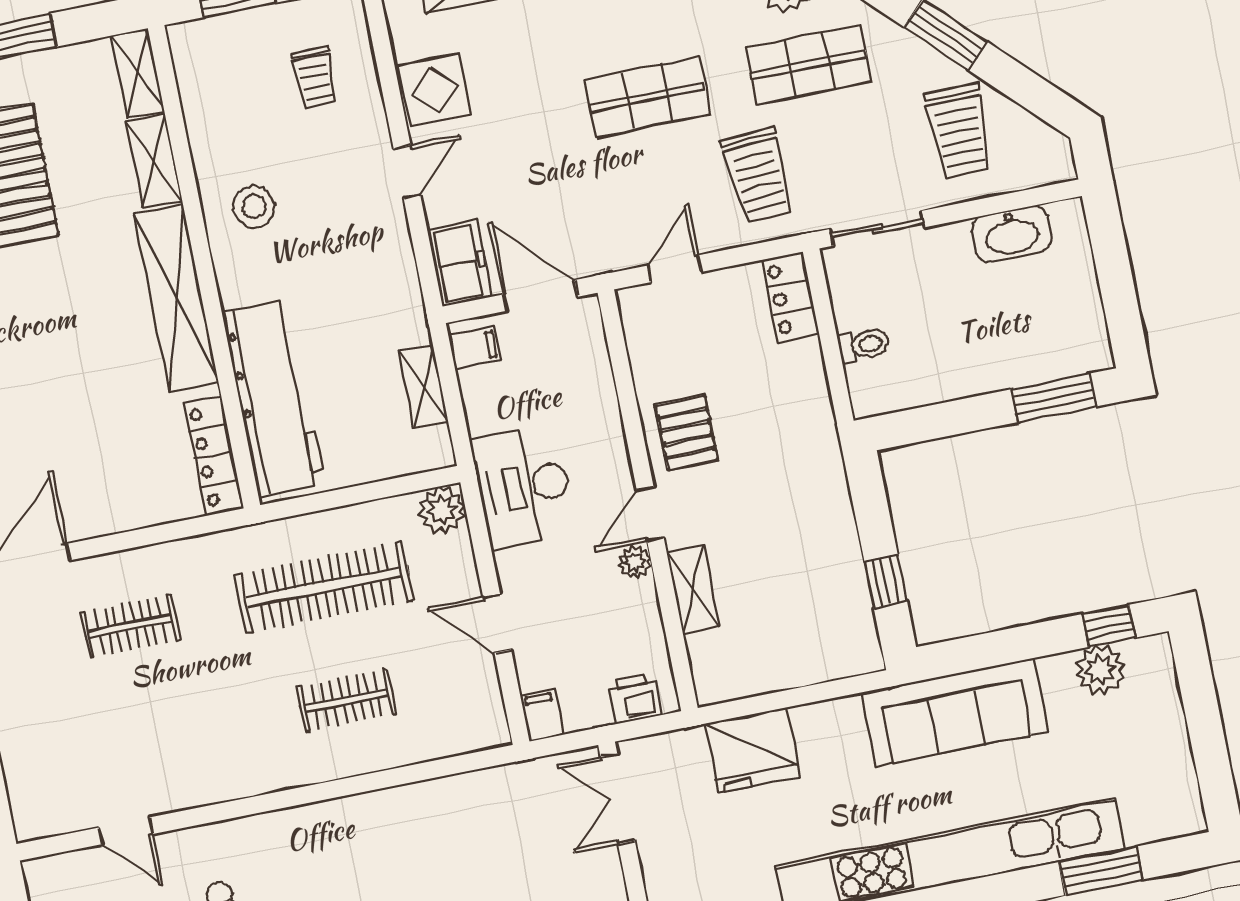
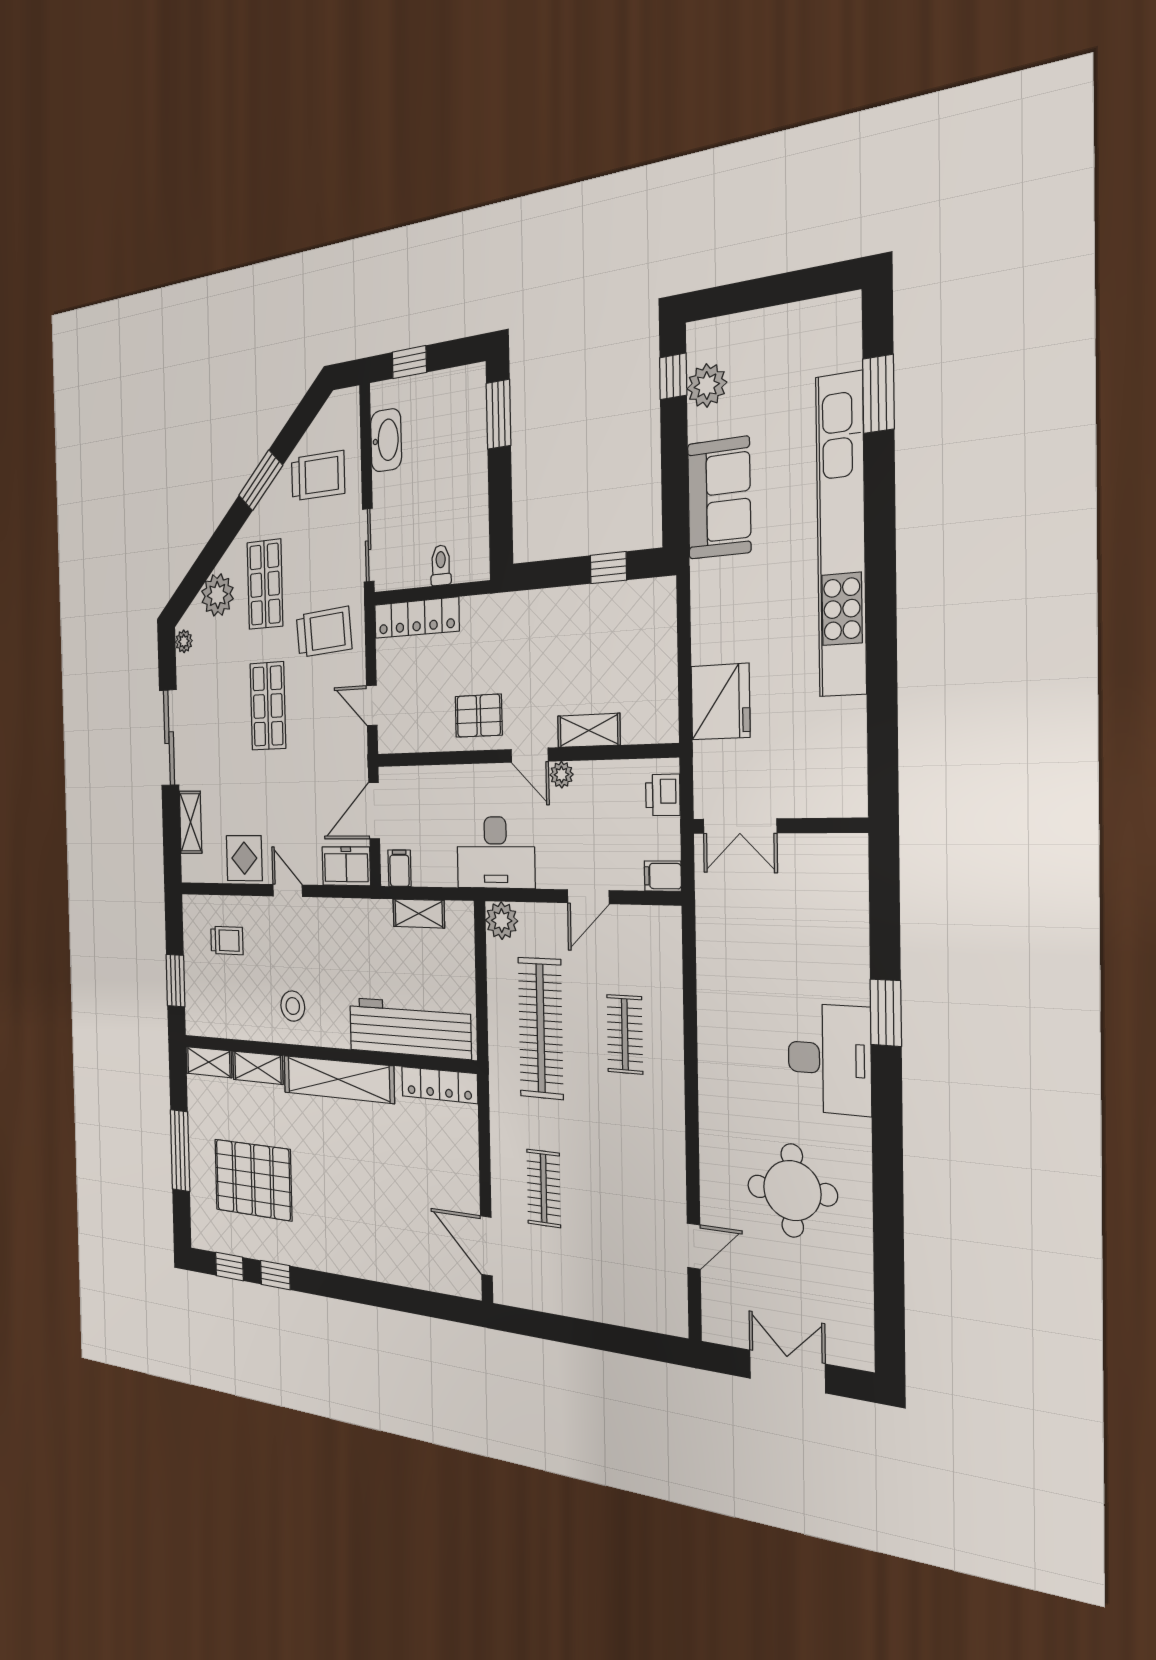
window: (1110, 254) -> (409, 362), added
locker: (790, 297) -> (416, 618), width x1.53
sofa: (955, 712) -> (719, 498), width x0.73

